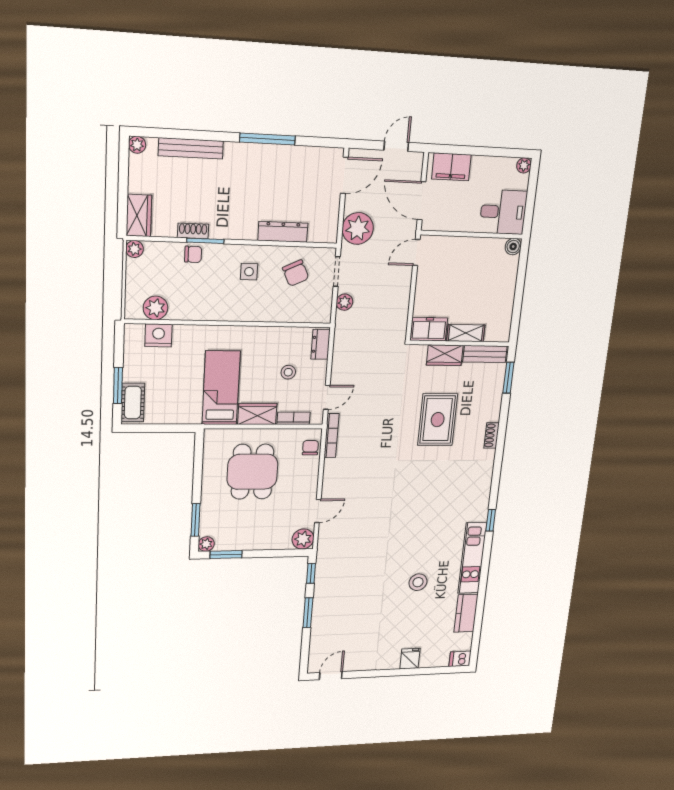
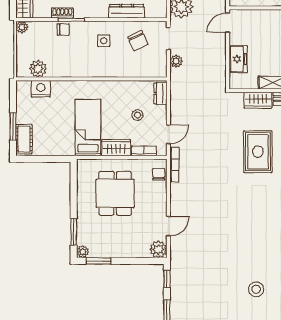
freezer: (429, 329) -> (238, 59), moved, turned 90

